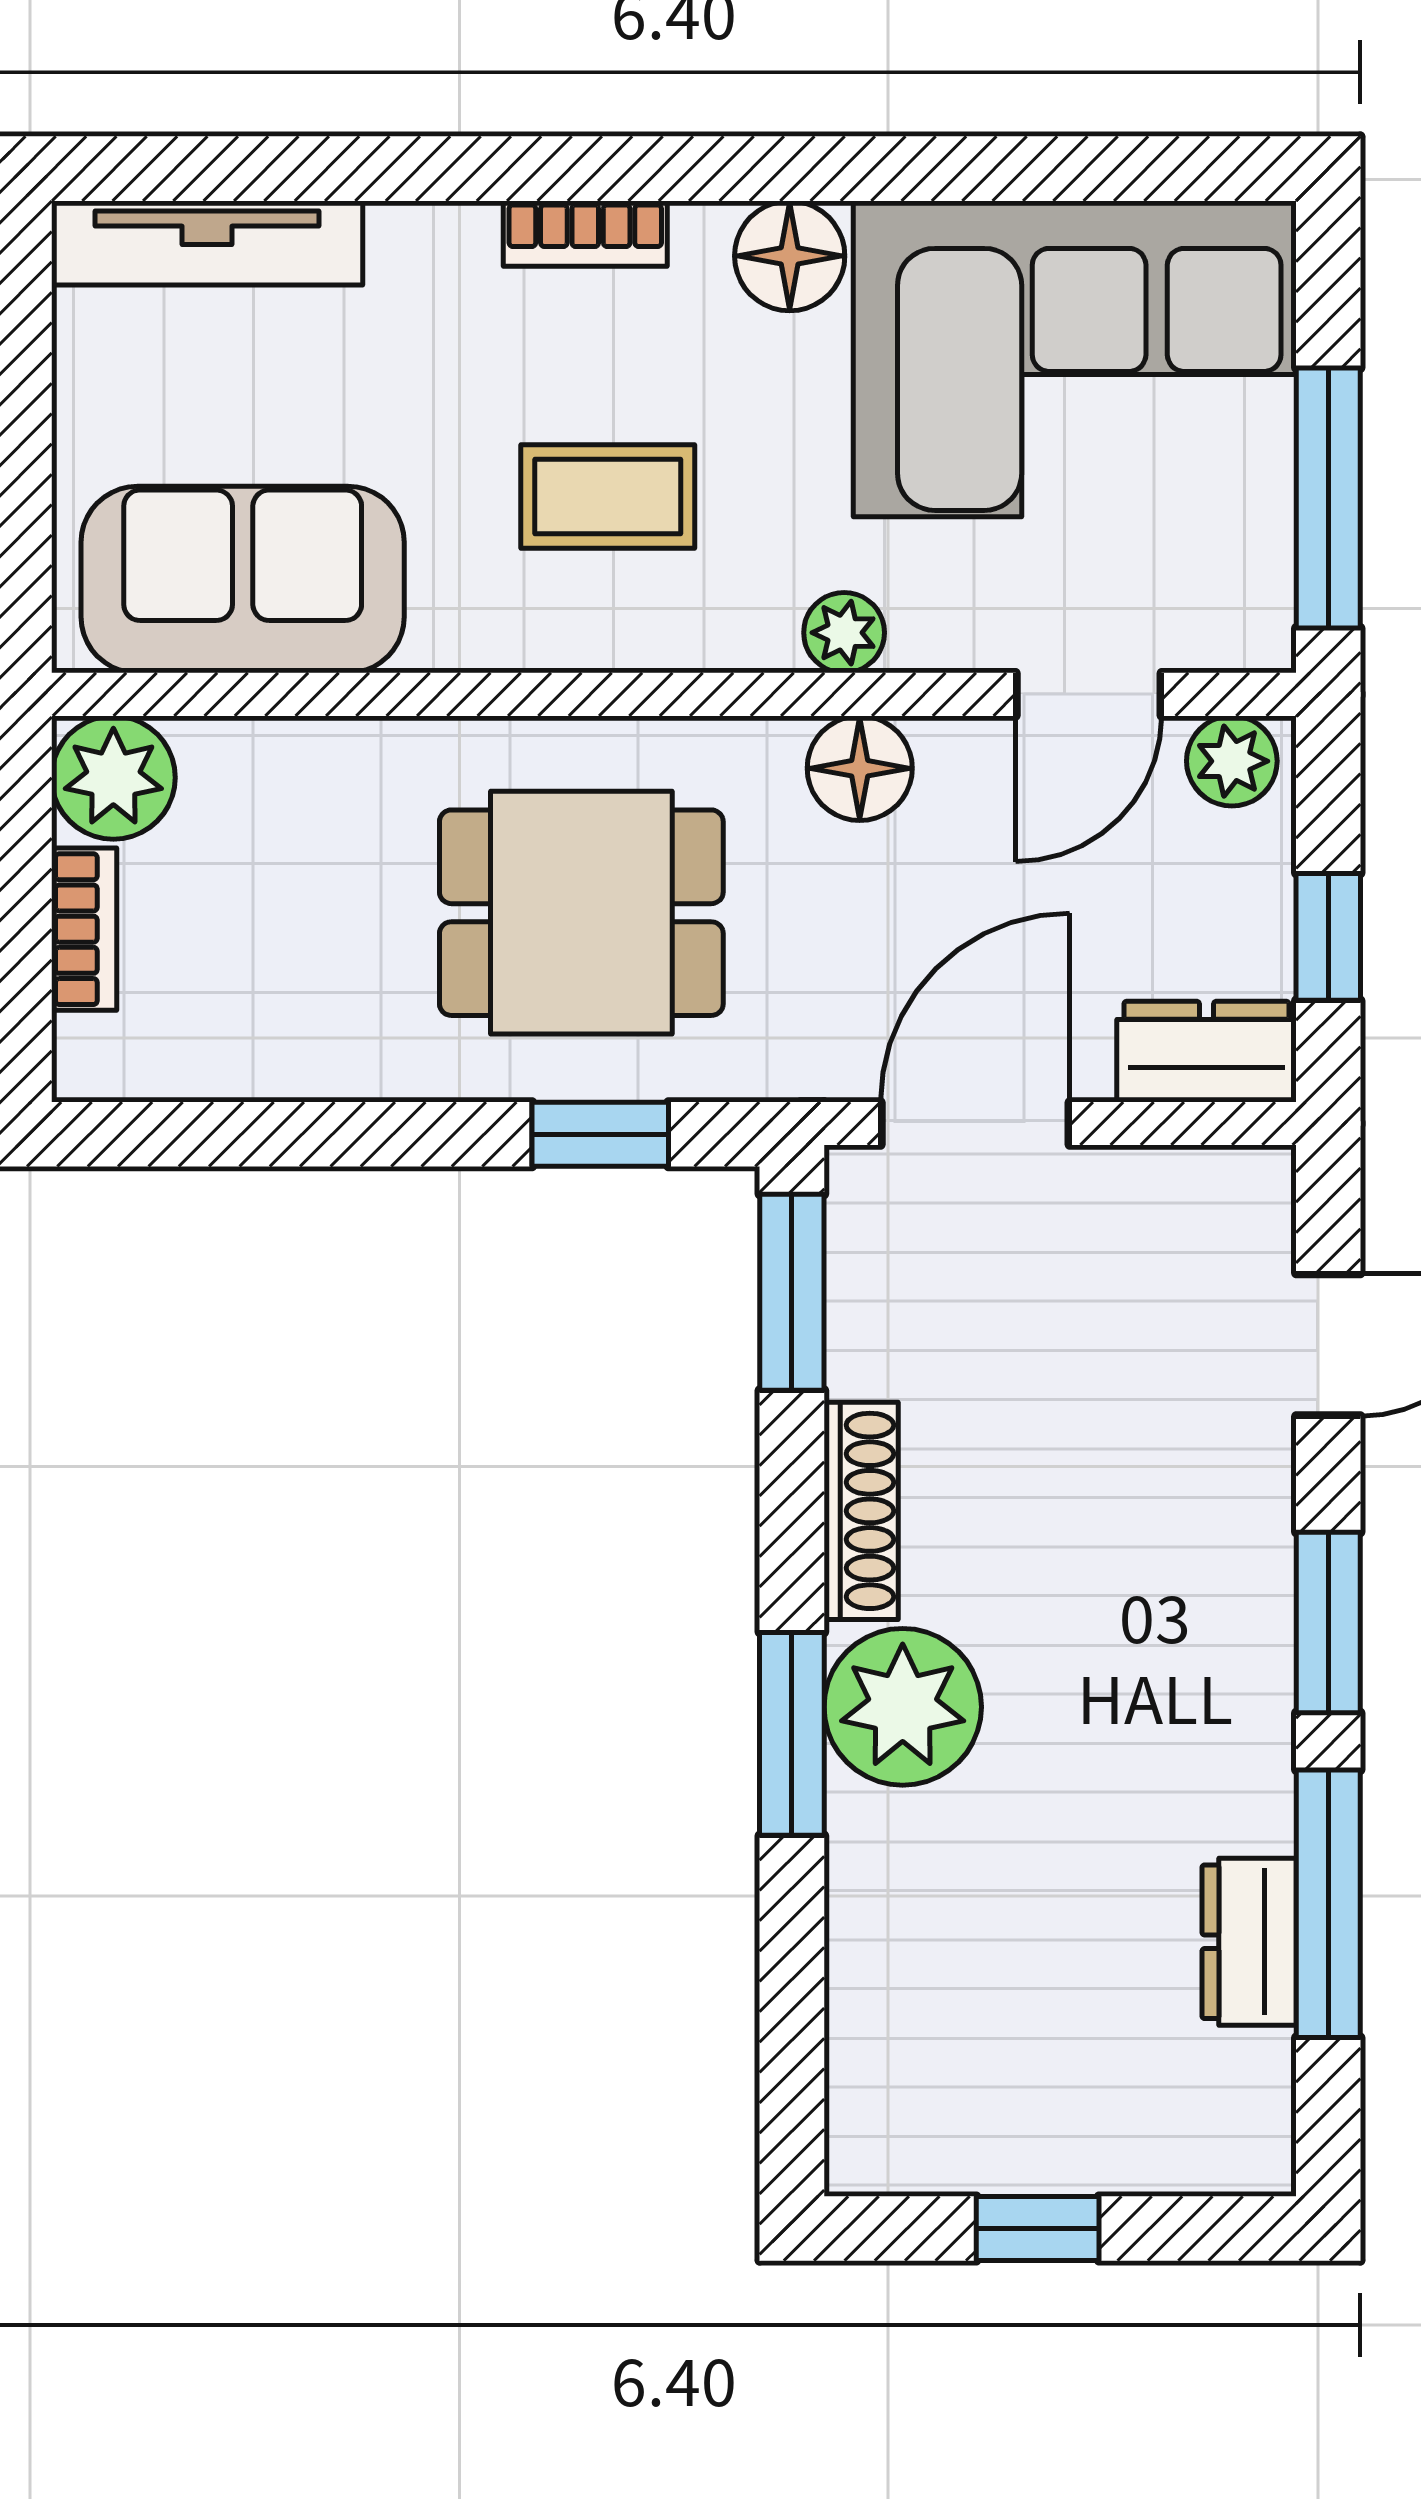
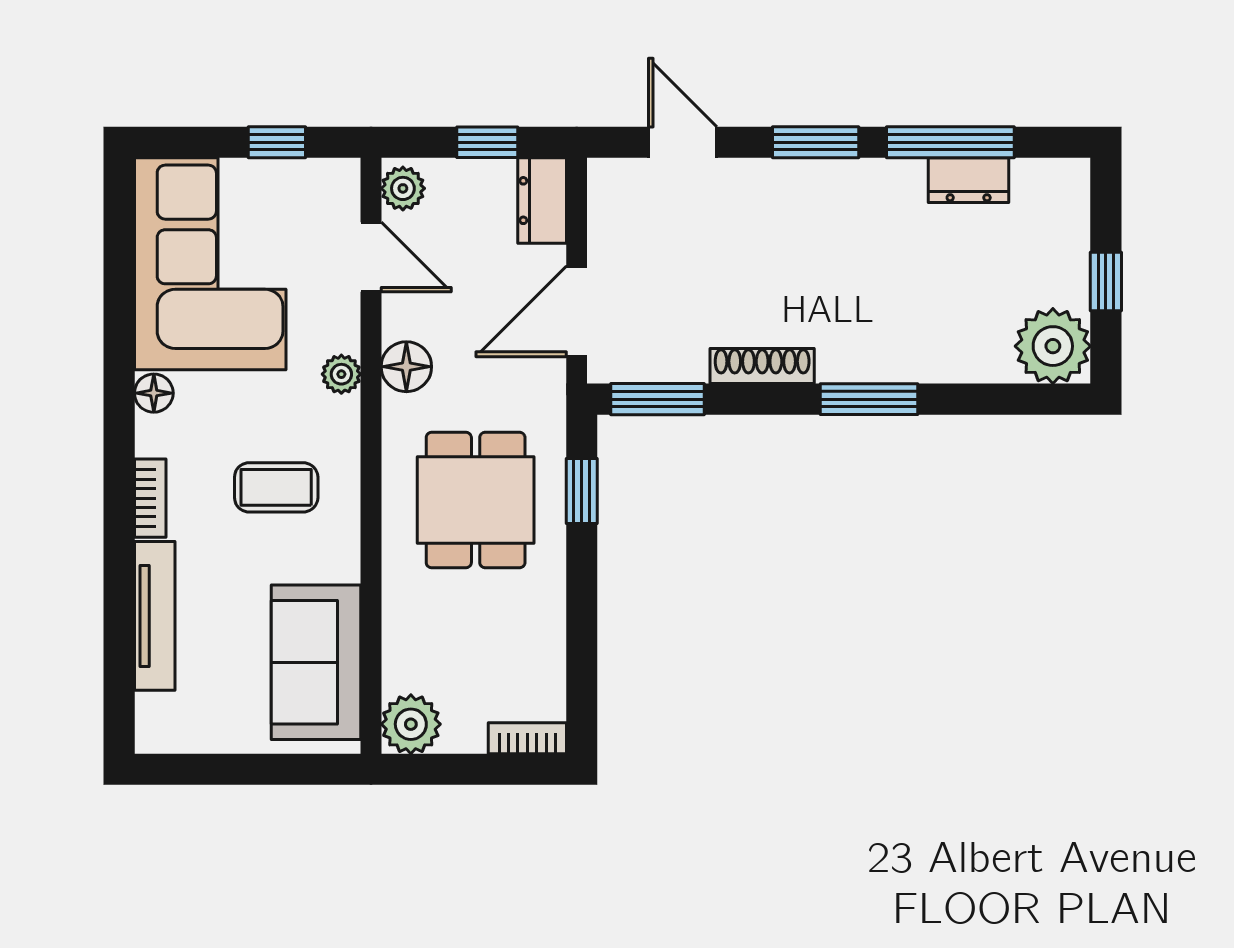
tv unit: (207, 243) -> (155, 616), moved
floor lamp: (790, 256) -> (154, 393), width x0.73, depth x0.73
coffee table: (608, 496) -> (276, 487), turned 90
window: (1328, 498) -> (277, 142), width x0.46
bookcase: (84, 929) -> (527, 738), moved
door: (975, 1123) -> (577, 311), hinge flipped
plant: (903, 1707) -> (1053, 346), moved

